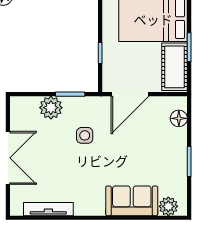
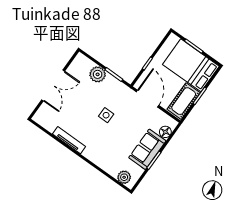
door: (130, 94) -> (148, 99), swing flipped
side table: (85, 135) -> (106, 115), moved
sofa: (132, 201) -> (147, 149), moved, turned -90
tv unit: (48, 209) -> (69, 140), moved

